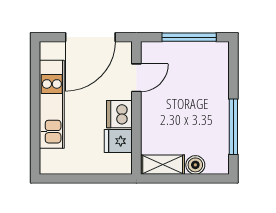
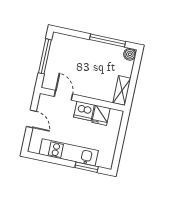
door: (90, 37) -> (31, 119), width x0.53
window: (35, 136) -> (87, 167), added
boiler: (195, 165) -> (130, 54), moved

